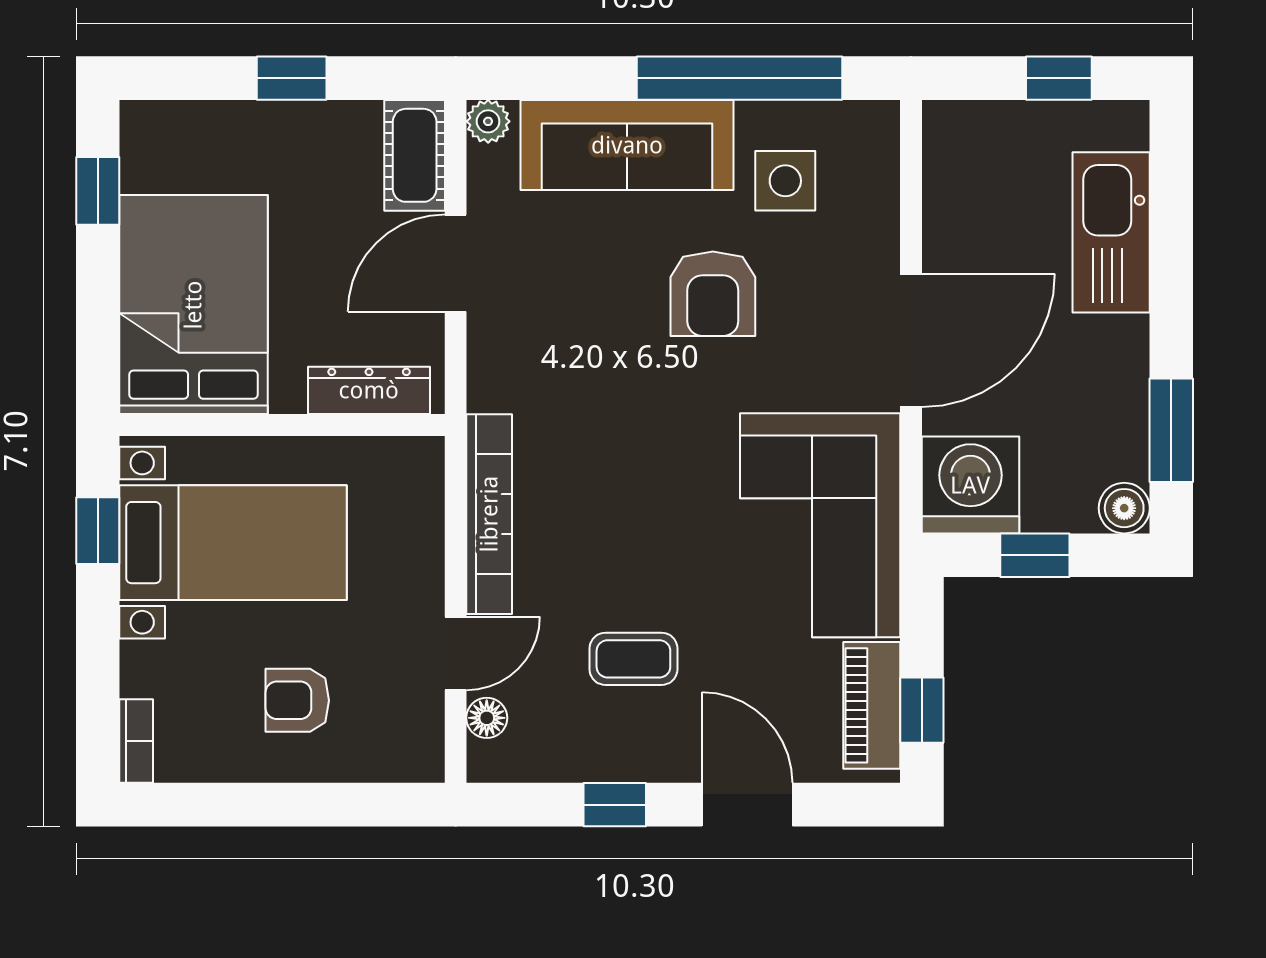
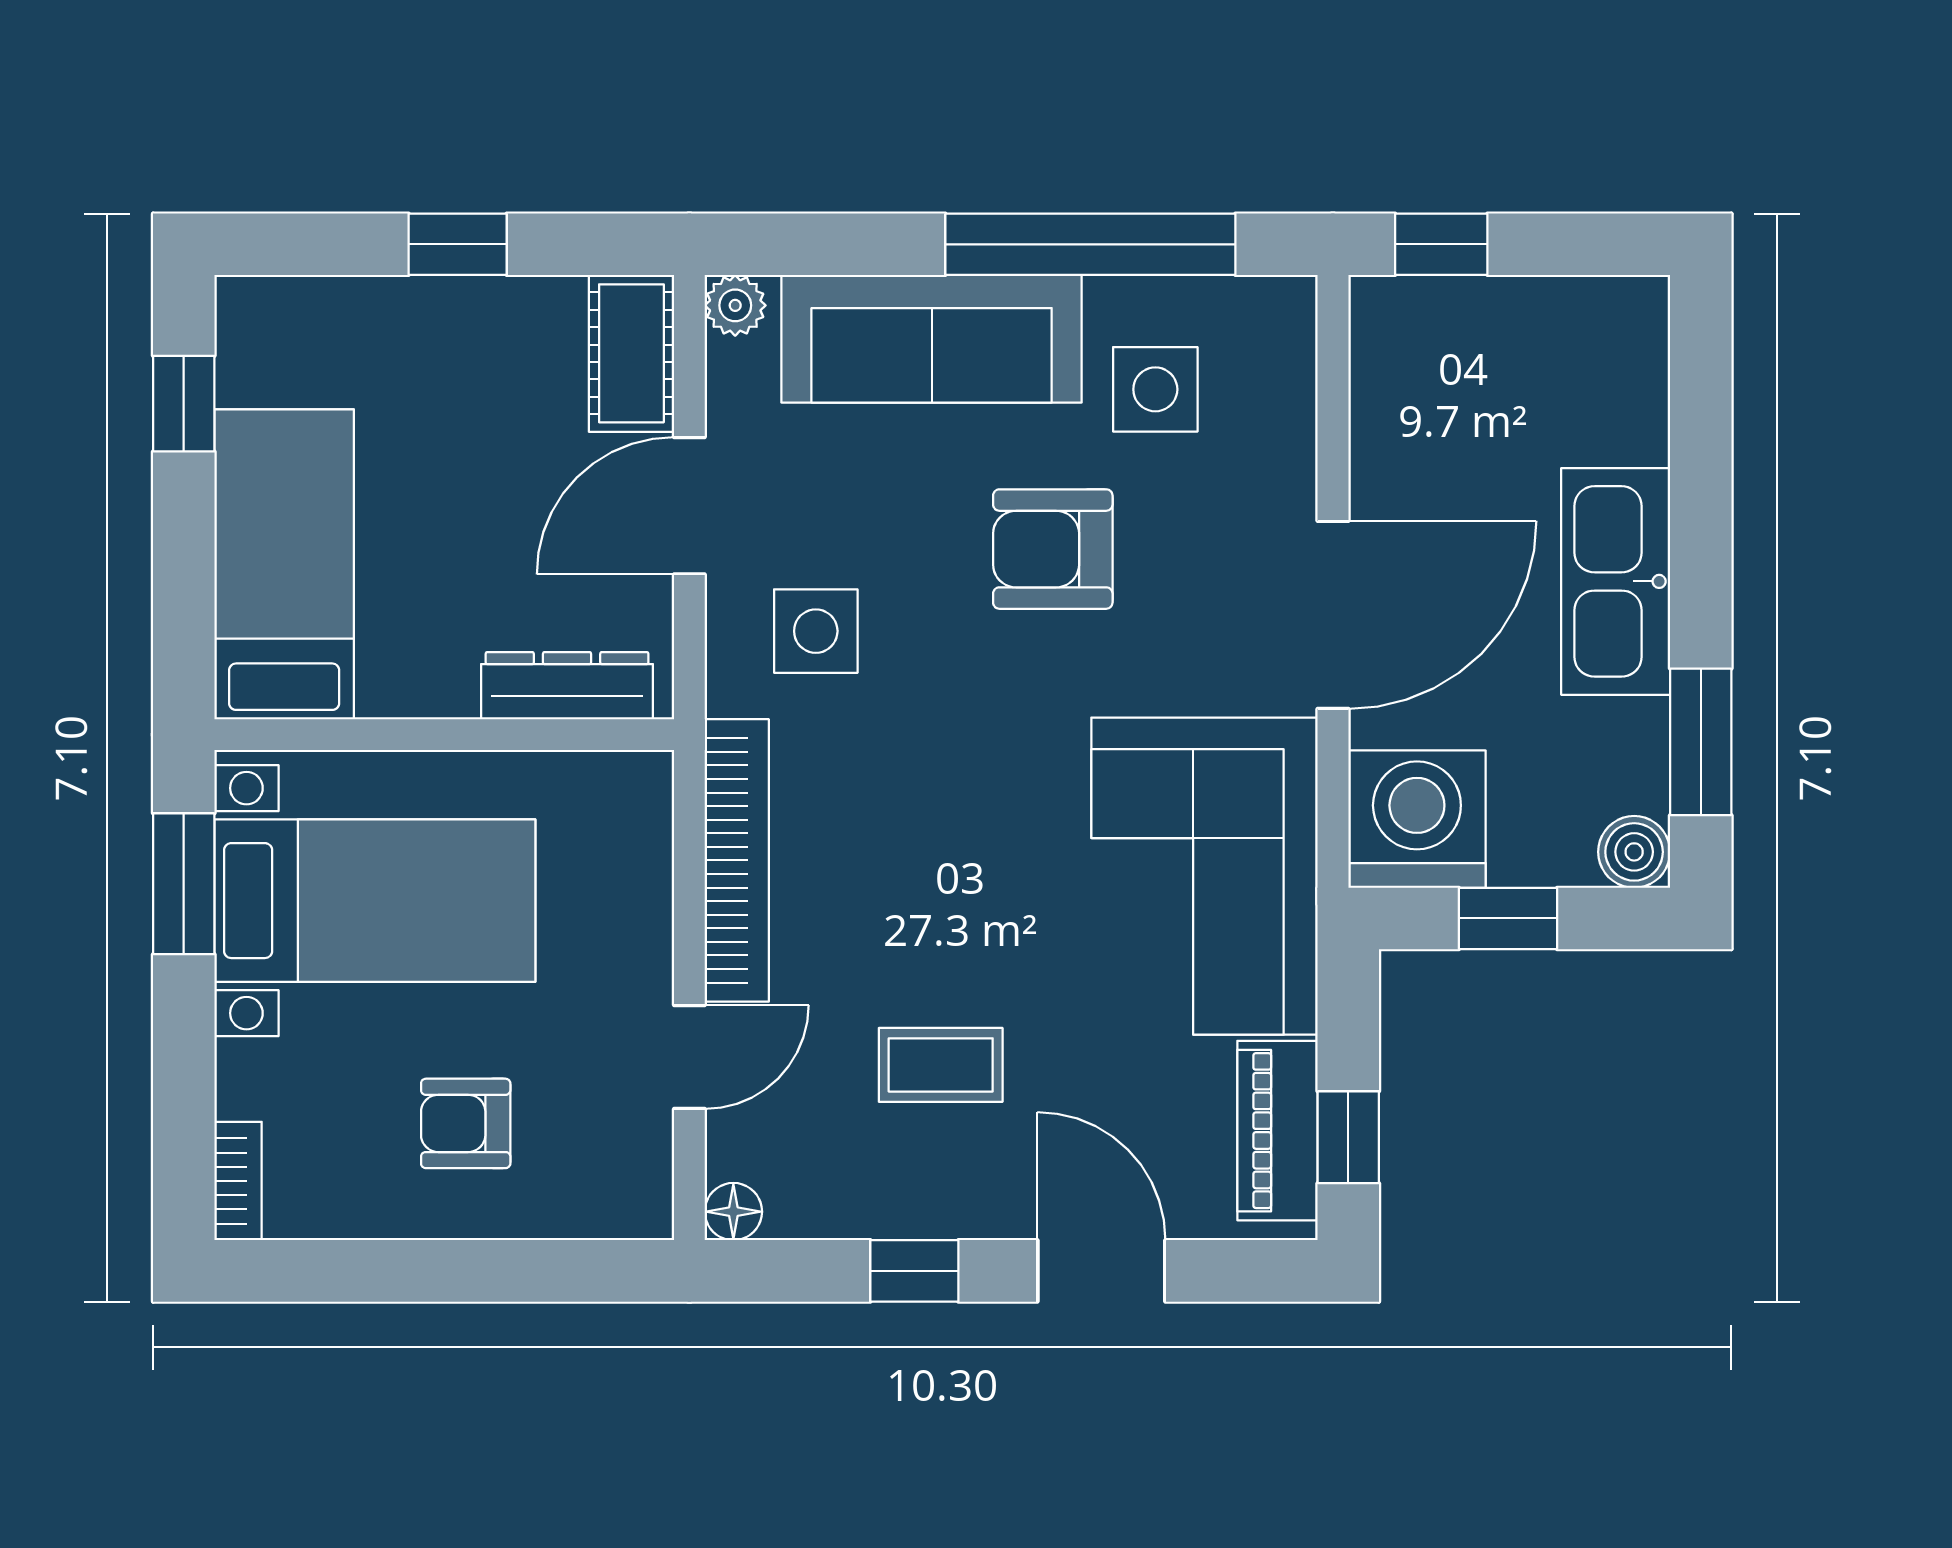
window: (1059, 78) -> (1441, 244), moved
kitchen sink: (1111, 232) -> (1616, 581), moved
armchair: (713, 294) -> (1053, 549), turned 90
bed: (193, 305) -> (284, 564), width x0.67
side table: (545, 352) -> (816, 631), added
window: (98, 531) -> (184, 884), width x1.50
floor lamp: (487, 718) -> (733, 1212), moved

